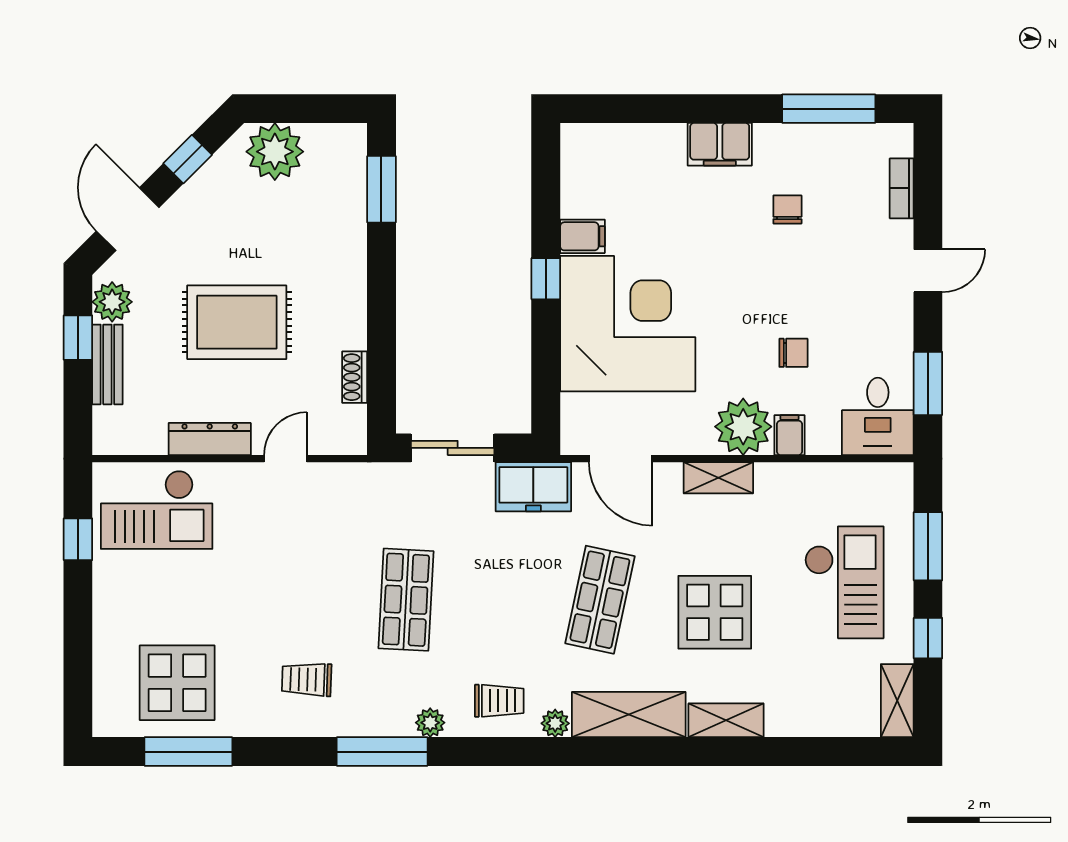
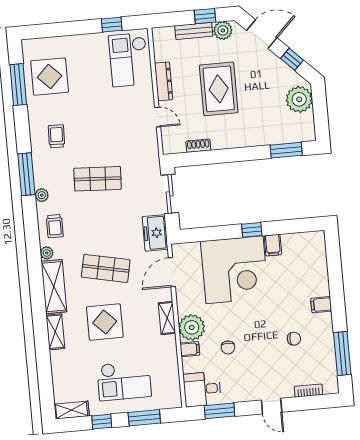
filing cabinet: (720, 144) -> (321, 305), width x0.50

